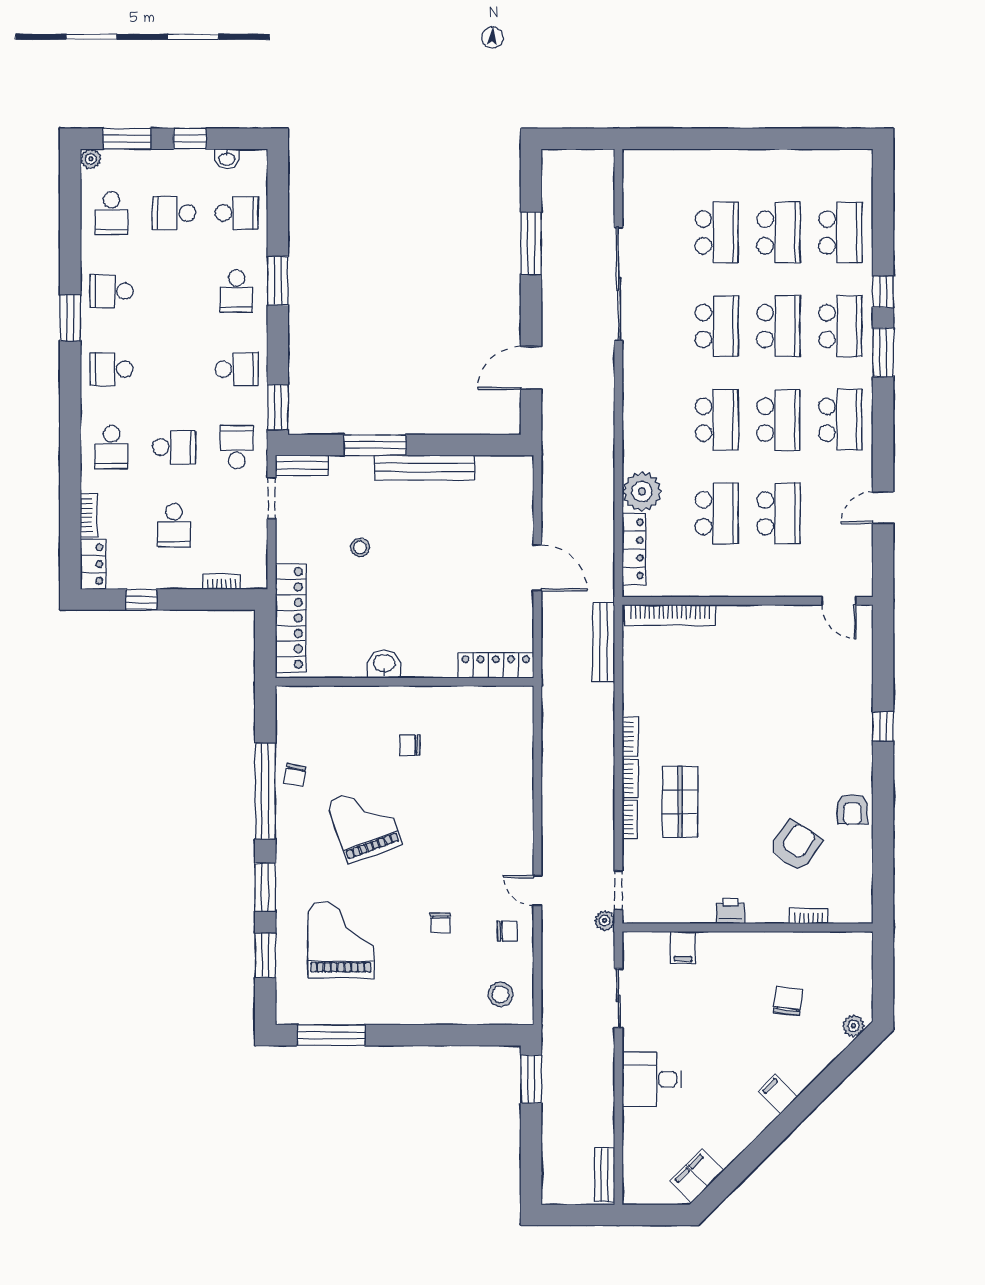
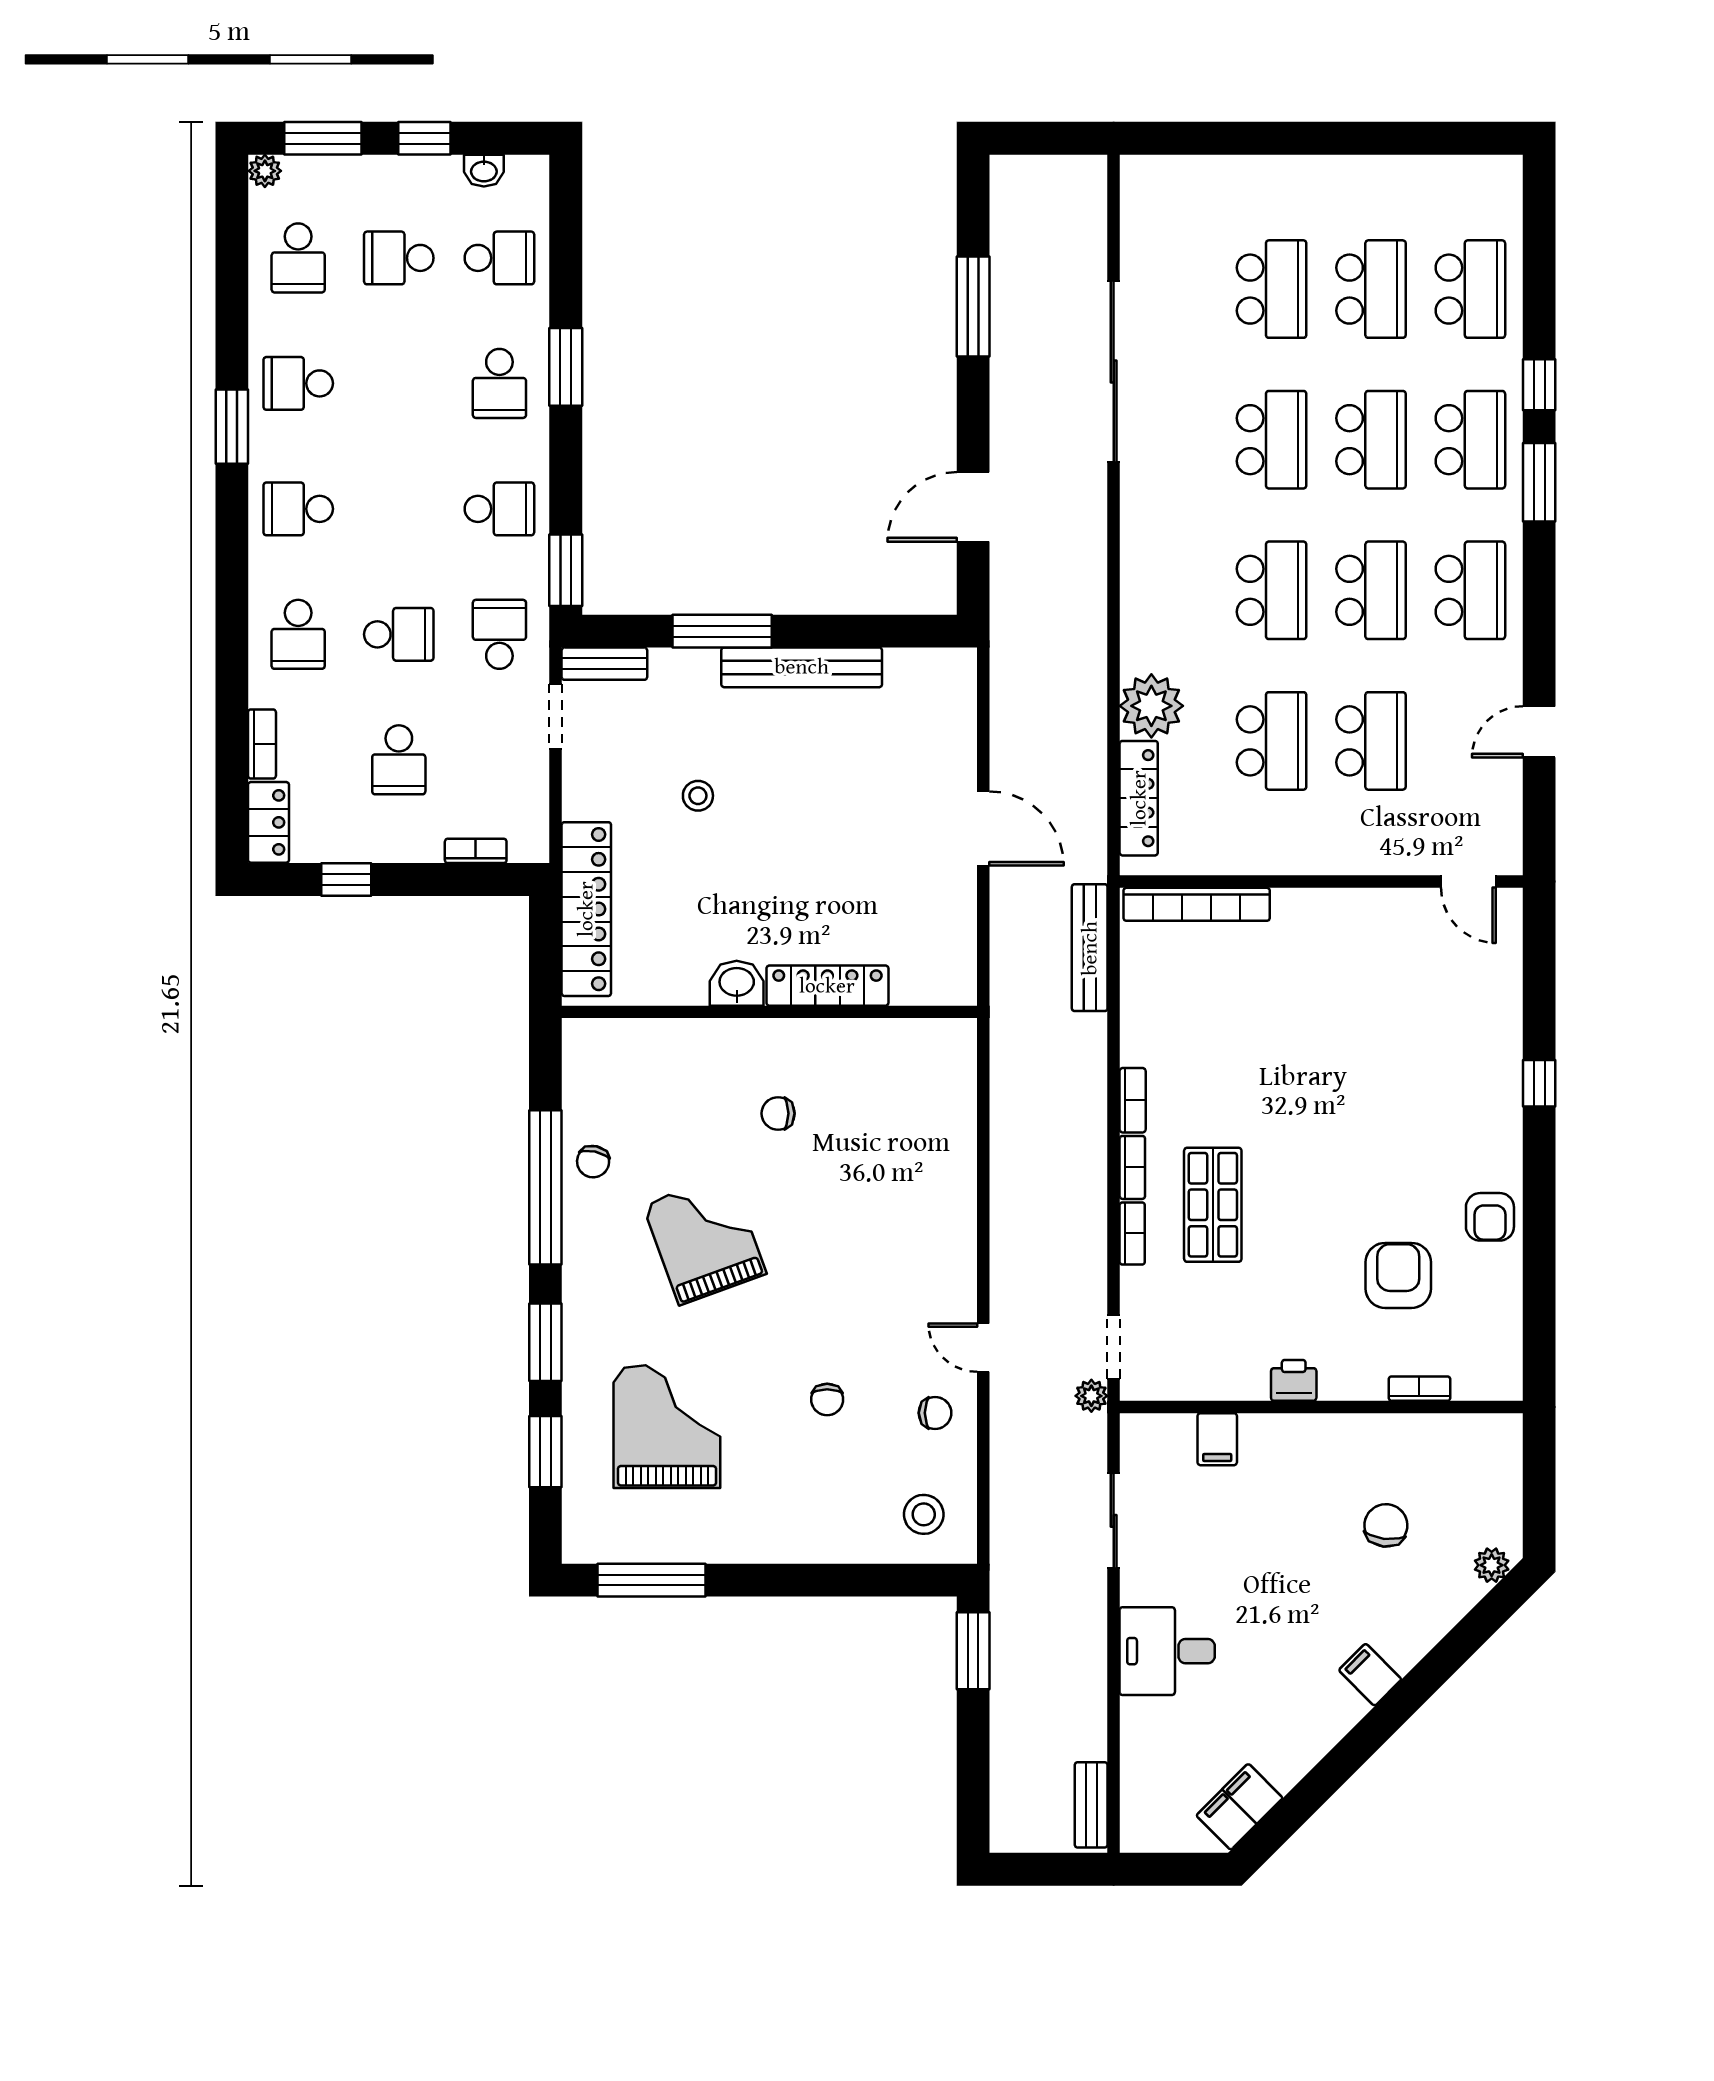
locker: (496, 666) -> (827, 986), moved
armchair: (795, 846) -> (1398, 1275), turned -34

